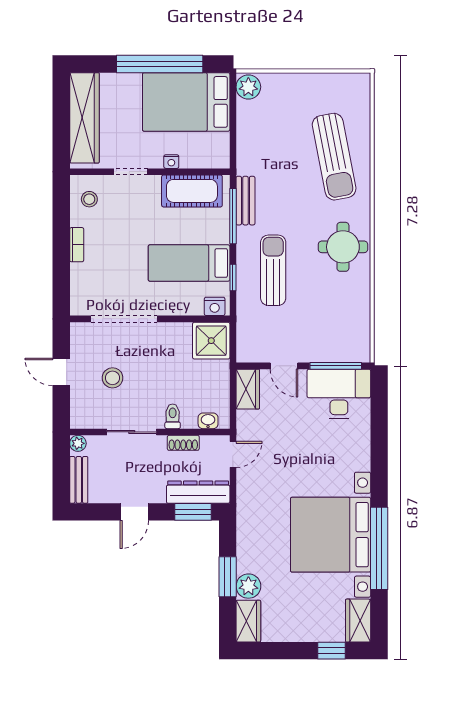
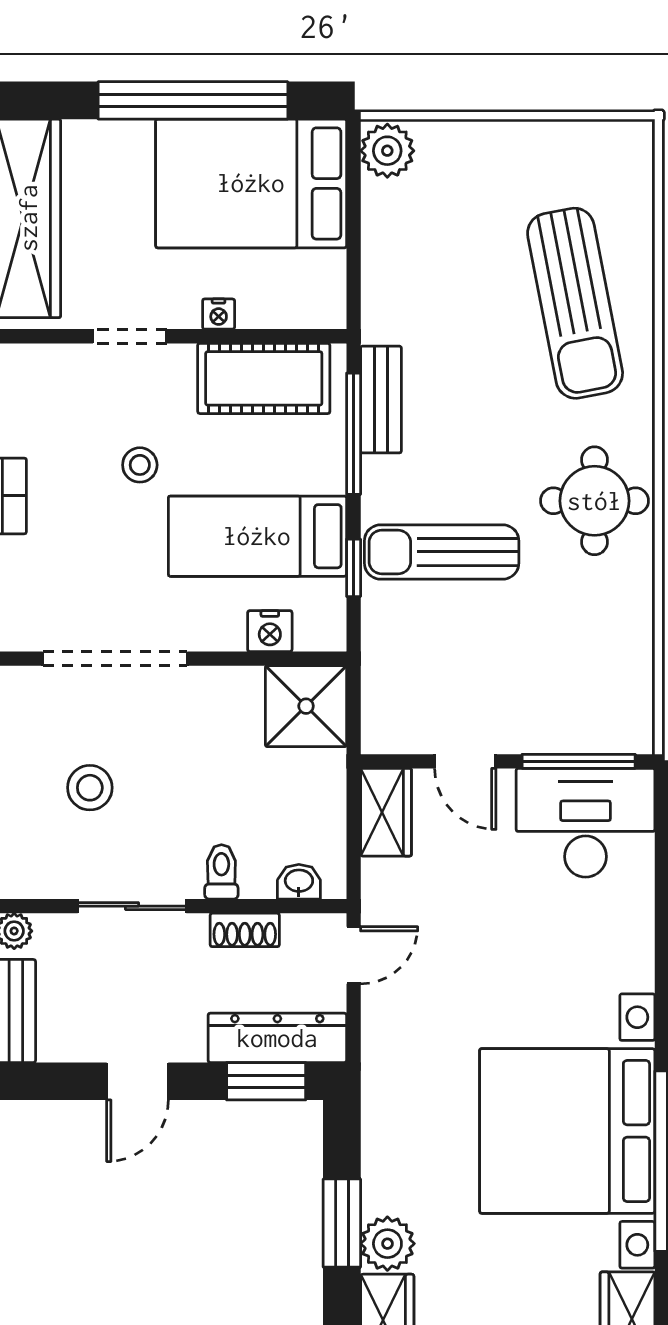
stool: (89, 199) -> (140, 465), moved
sun lounger: (273, 270) -> (442, 552), turned -90
nightstand: (215, 306) -> (270, 631), moved

